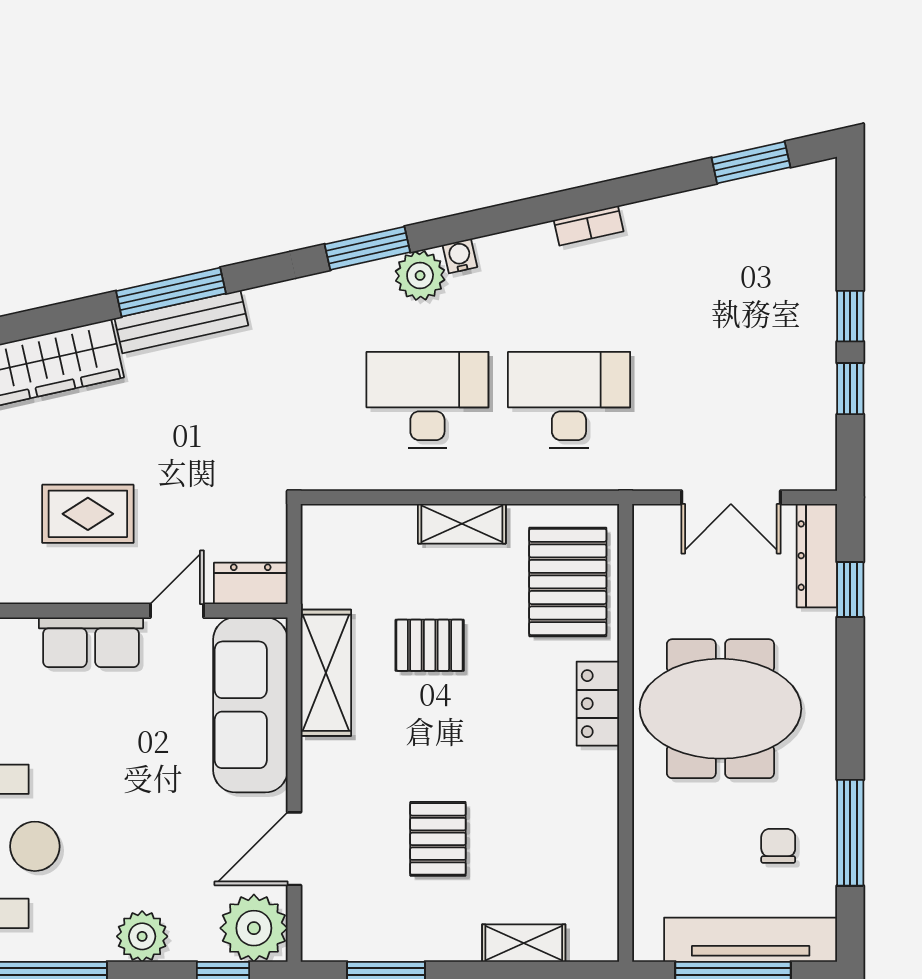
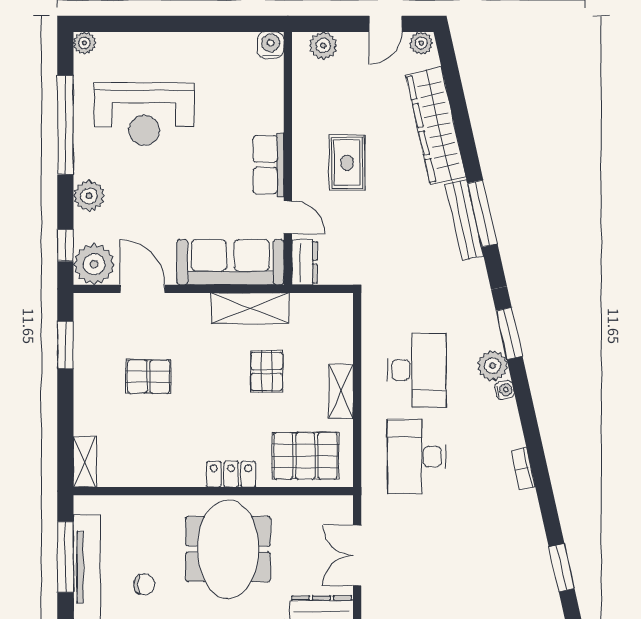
desk: (569, 400) -> (417, 457), turned 180
shelving: (524, 943) -> (85, 462), moved

